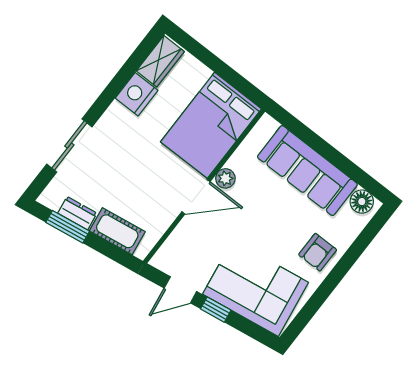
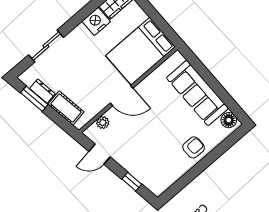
plant: (225, 178) -> (103, 123), moved
armchair: (318, 252) -> (194, 147), turned 180
corner sofa: (256, 288) -> (149, 163), removed
window: (216, 310) -> (132, 182), moved

